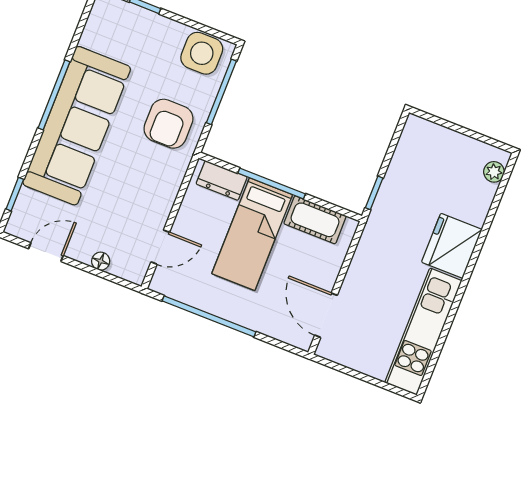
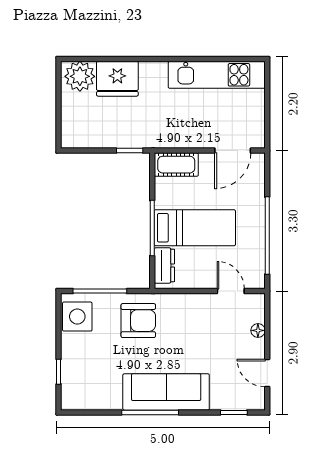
sofa: (77, 126) -> (166, 392), width x0.74, depth x0.79
plant: (494, 172) -> (80, 76), width x1.88, depth x1.88
cot: (315, 220) -> (176, 165), moved, turned 90
fridge: (452, 246) -> (117, 79), moved

